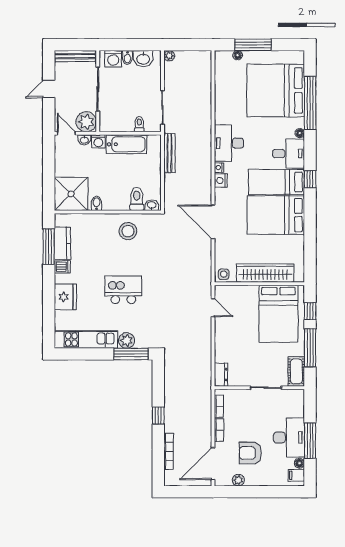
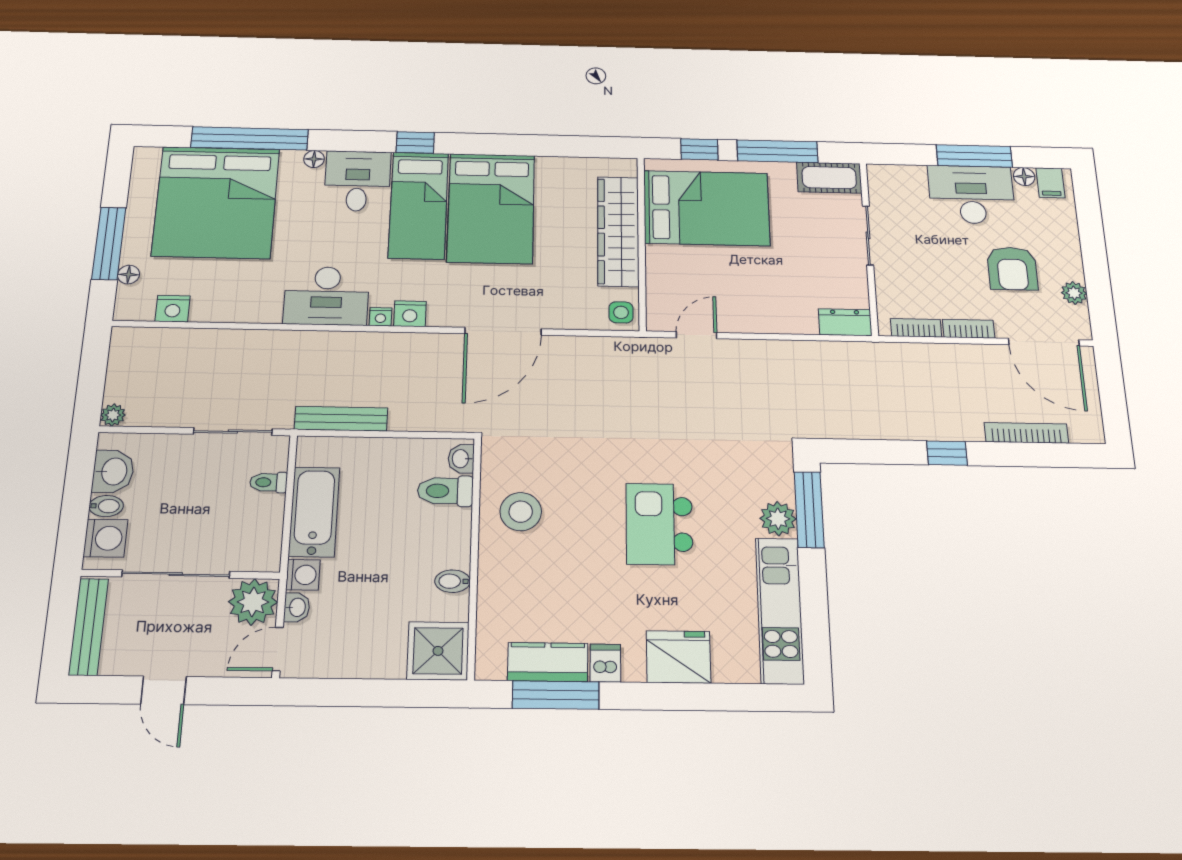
nightstand: (221, 76) -> (173, 309), added
shower: (71, 194) -> (438, 651), width x0.73, depth x0.73

